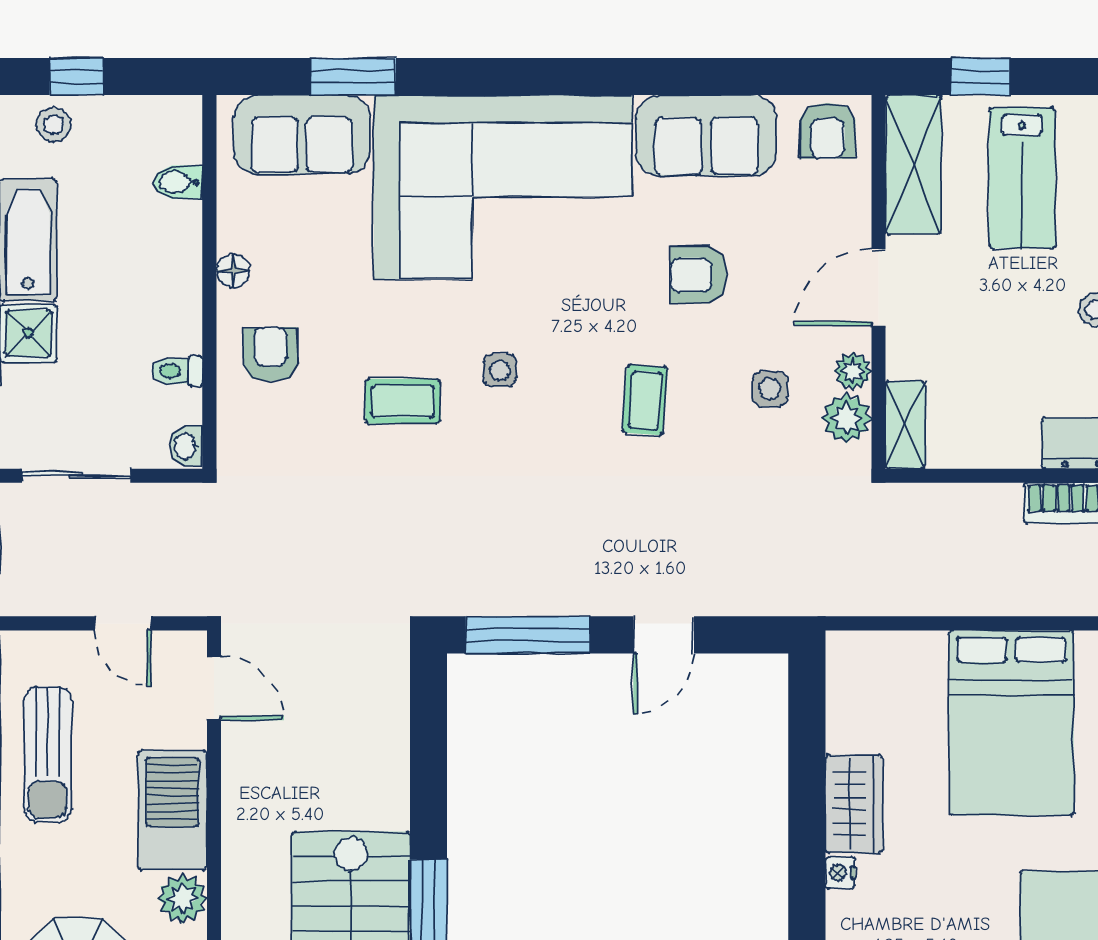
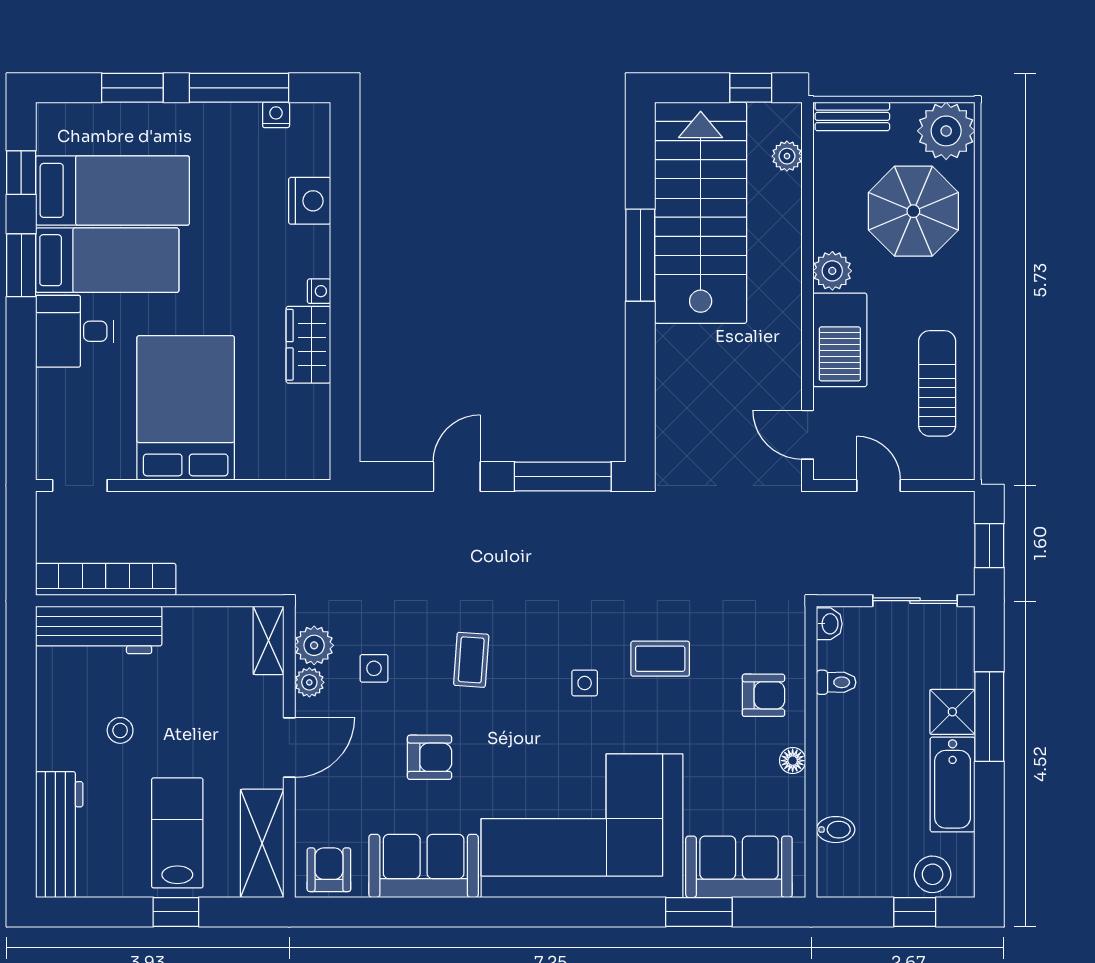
window: (980, 77) -> (176, 912), moved
stool: (54, 125) -> (933, 874), width x1.37, depth x1.37
armchair: (270, 354) -> (763, 695), turned -90

